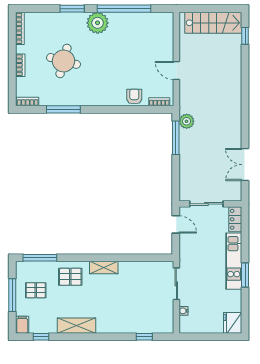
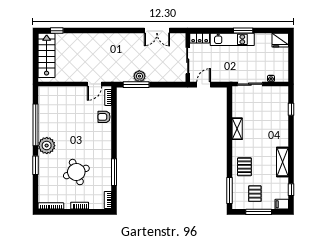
round table: (64, 61) -> (76, 172), turned -36
door: (176, 71) -> (95, 84), moved
plant: (187, 121) -> (139, 76), moved
shelving: (104, 267) -> (237, 129), moved

